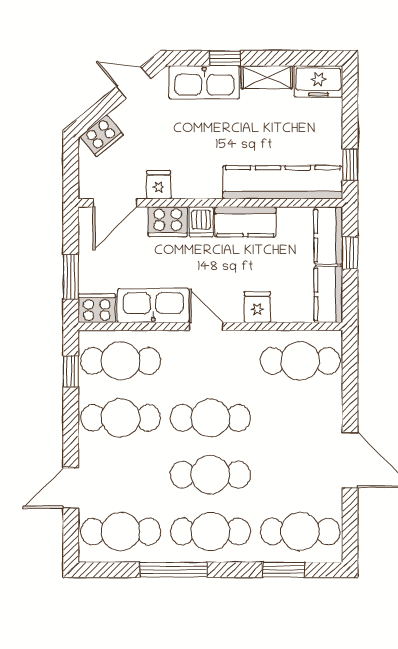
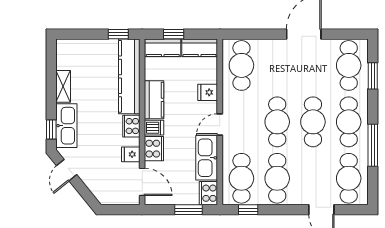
window: (225, 58) -> (51, 129), moved
freezer: (318, 81) -> (66, 54), removed
cooker: (102, 136) -> (131, 126), moved, turned -141

